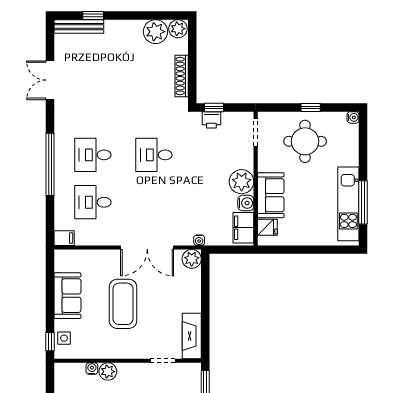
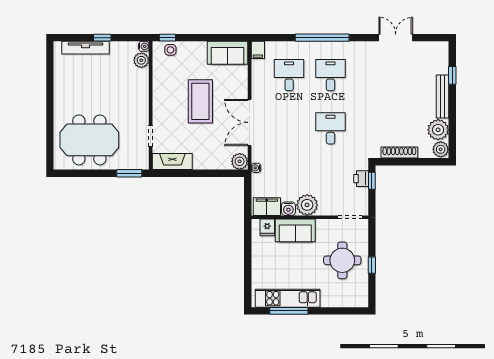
bench: (79, 27) -> (443, 96), moved
water cooler: (353, 117) -> (363, 302), removed
sofa: (67, 296) -> (227, 53), moved
coffee table: (123, 304) -> (200, 101), turned 90
water cooler: (92, 369) -> (144, 46), moved
plant: (108, 372) -> (141, 60), moved

